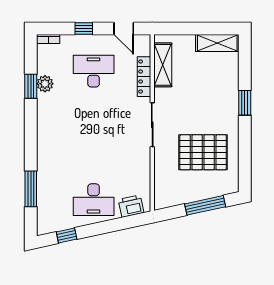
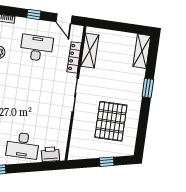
shelving: (217, 43) -> (142, 51), moved, turned 90
pallet: (203, 152) -> (111, 121), turned 90
window: (205, 205) -> (107, 162), width x0.46

